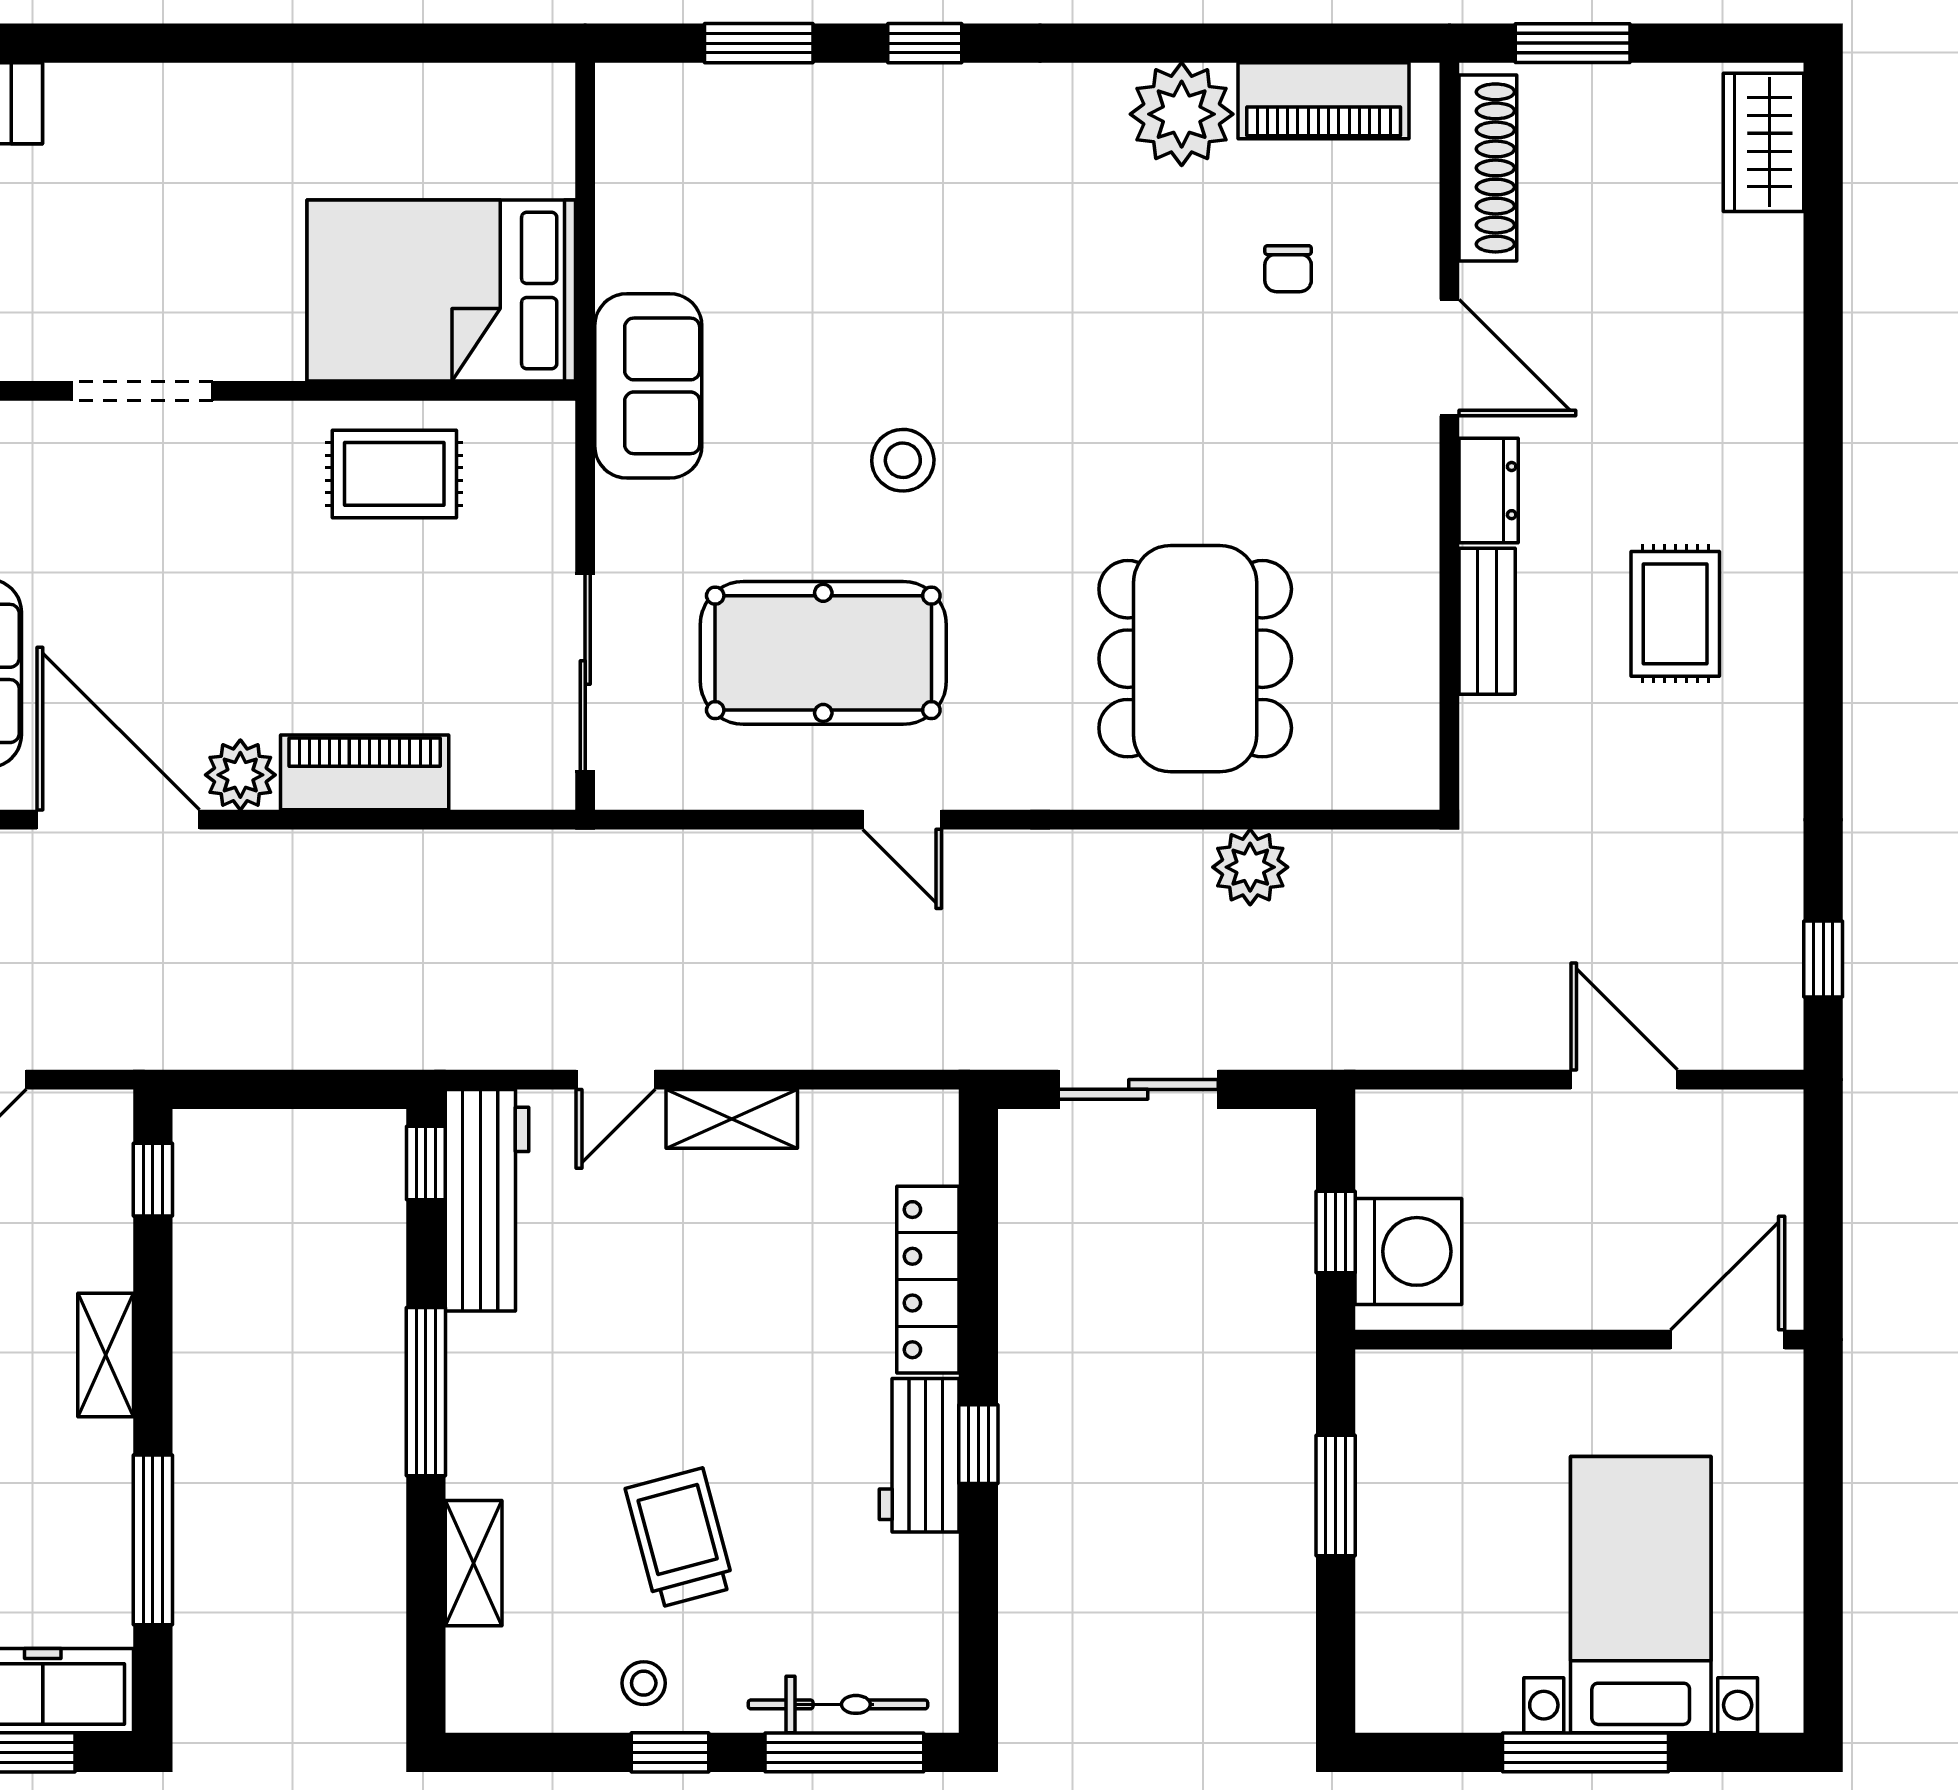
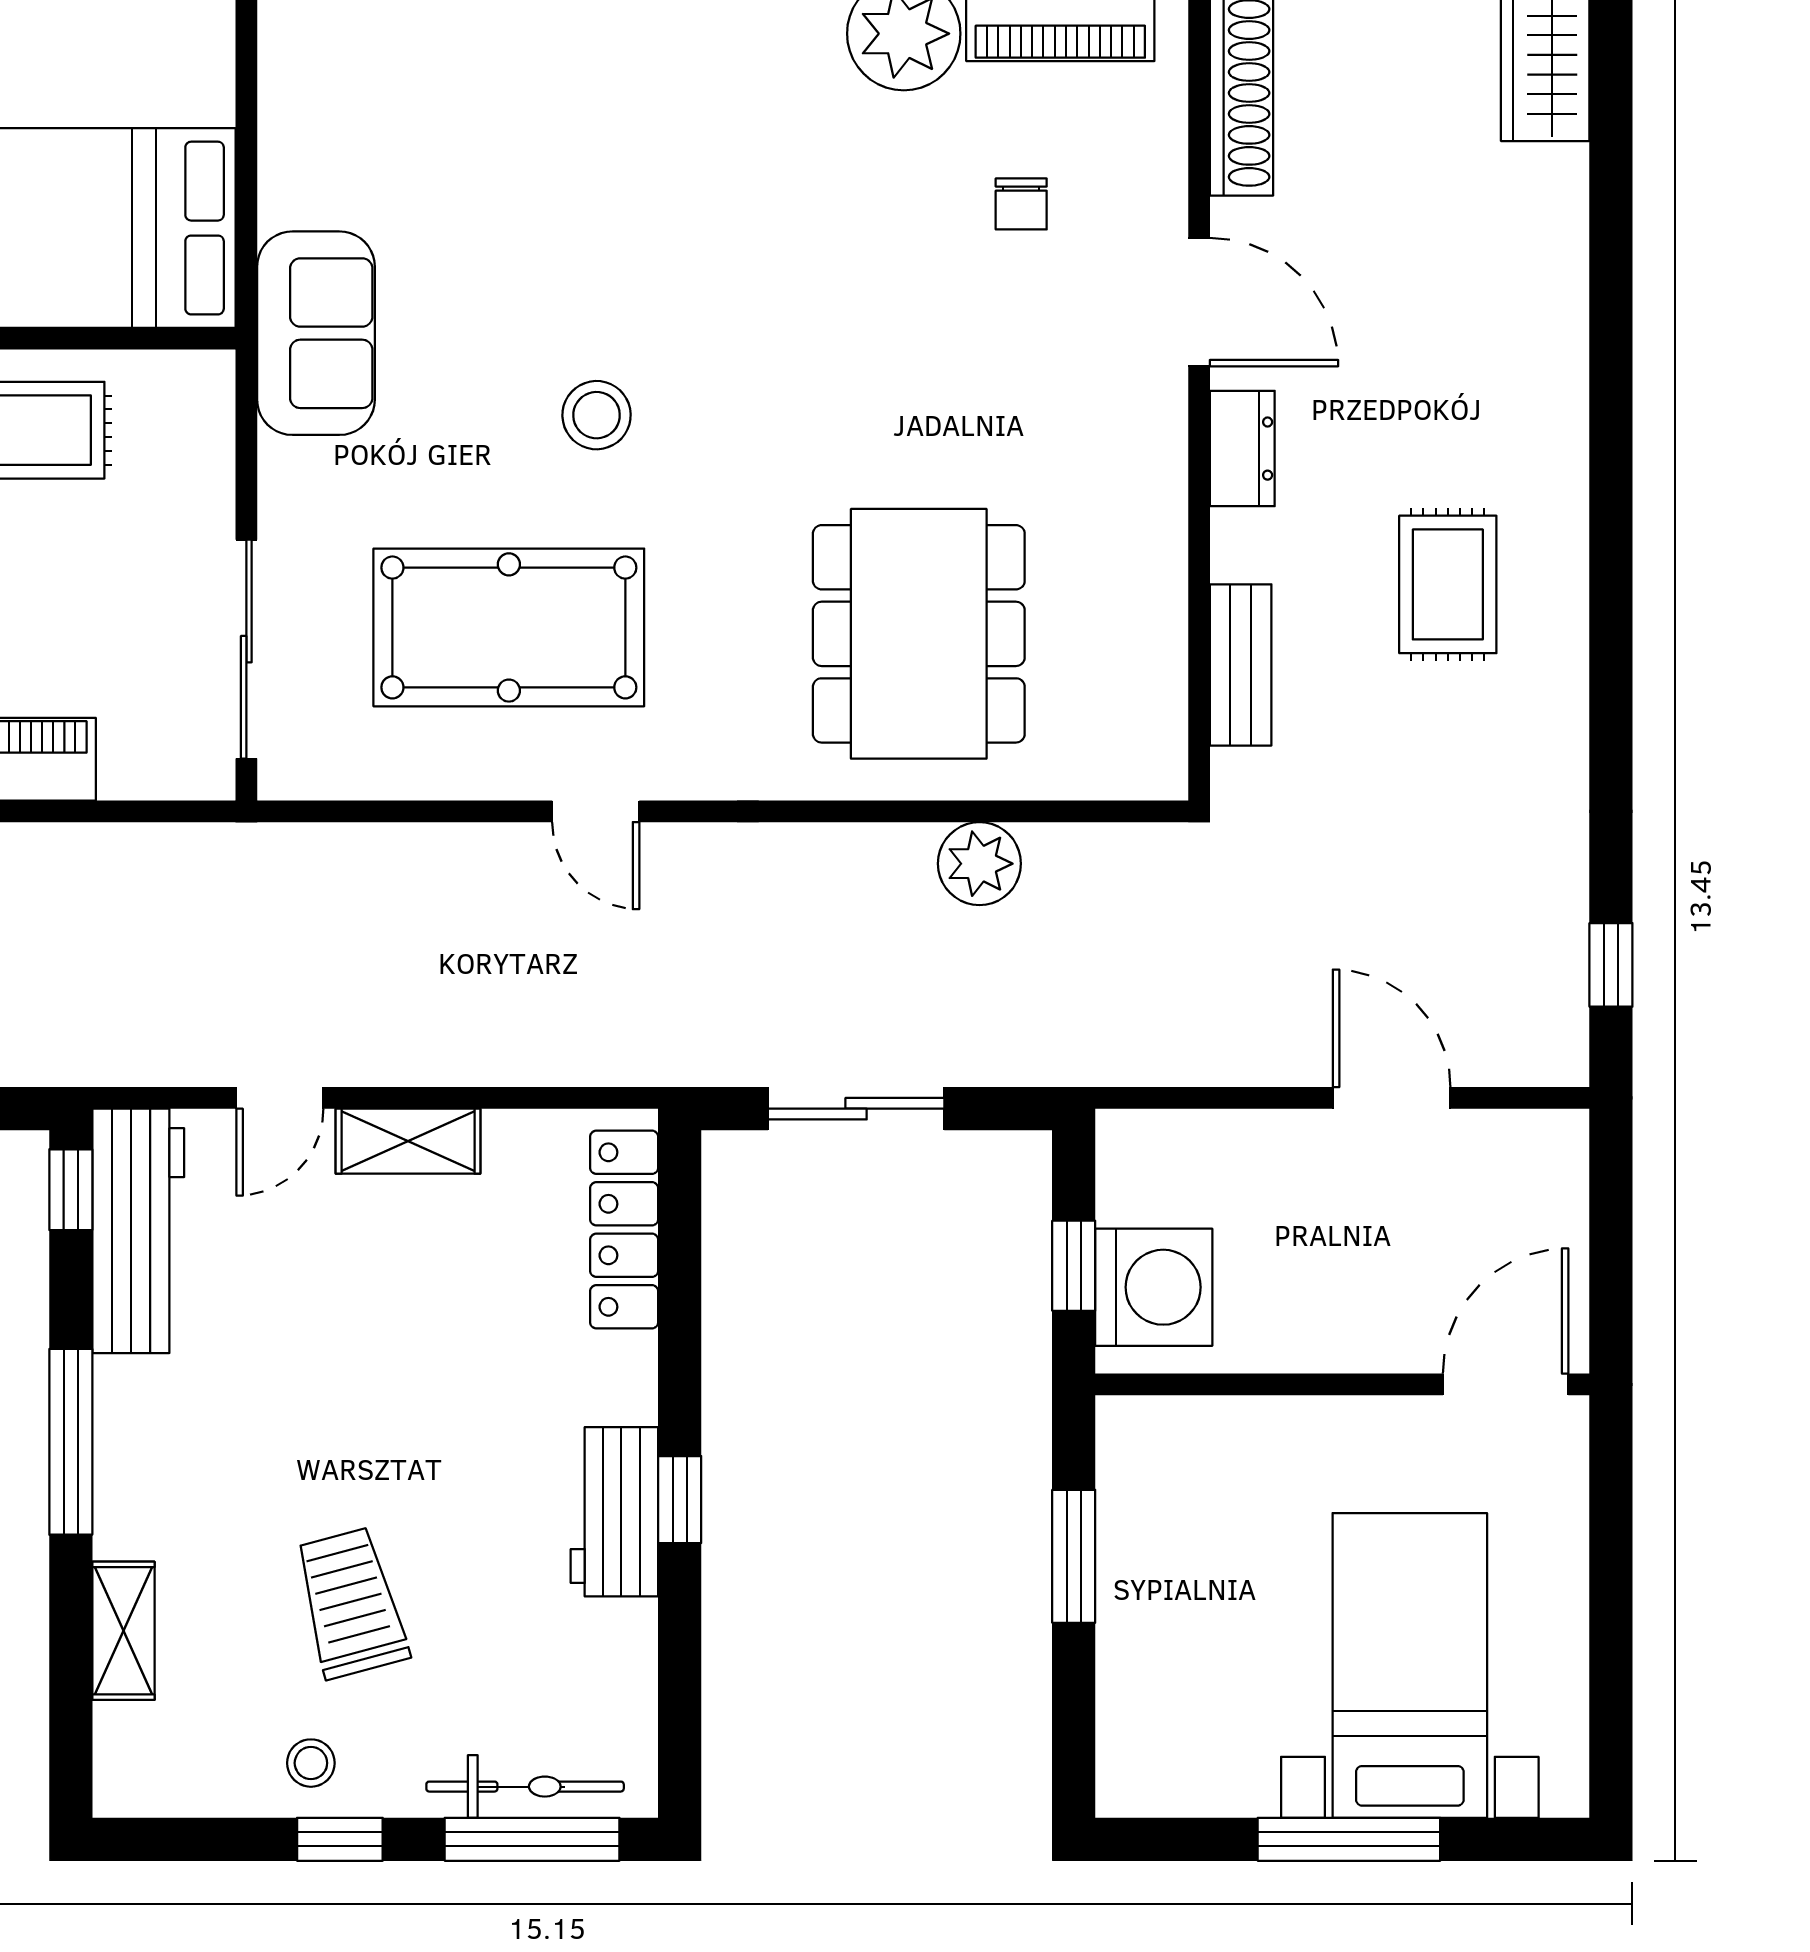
bench: (1487, 621) -> (1241, 665), moved
locker: (928, 1280) -> (624, 1230), moved

